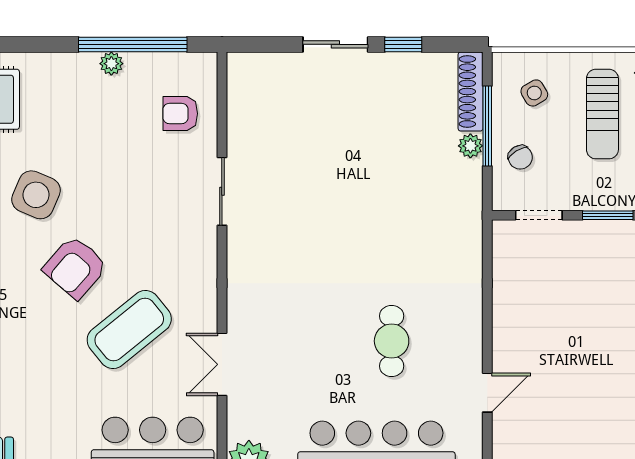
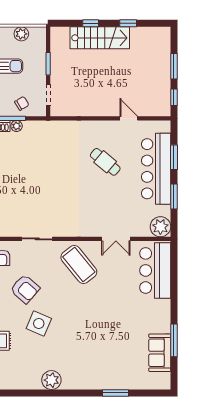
armchair: (75, 267) -> (25, 289), moved
coffee table: (129, 329) -> (79, 264), moved
cafe table: (392, 341) -> (105, 162), turned 40

